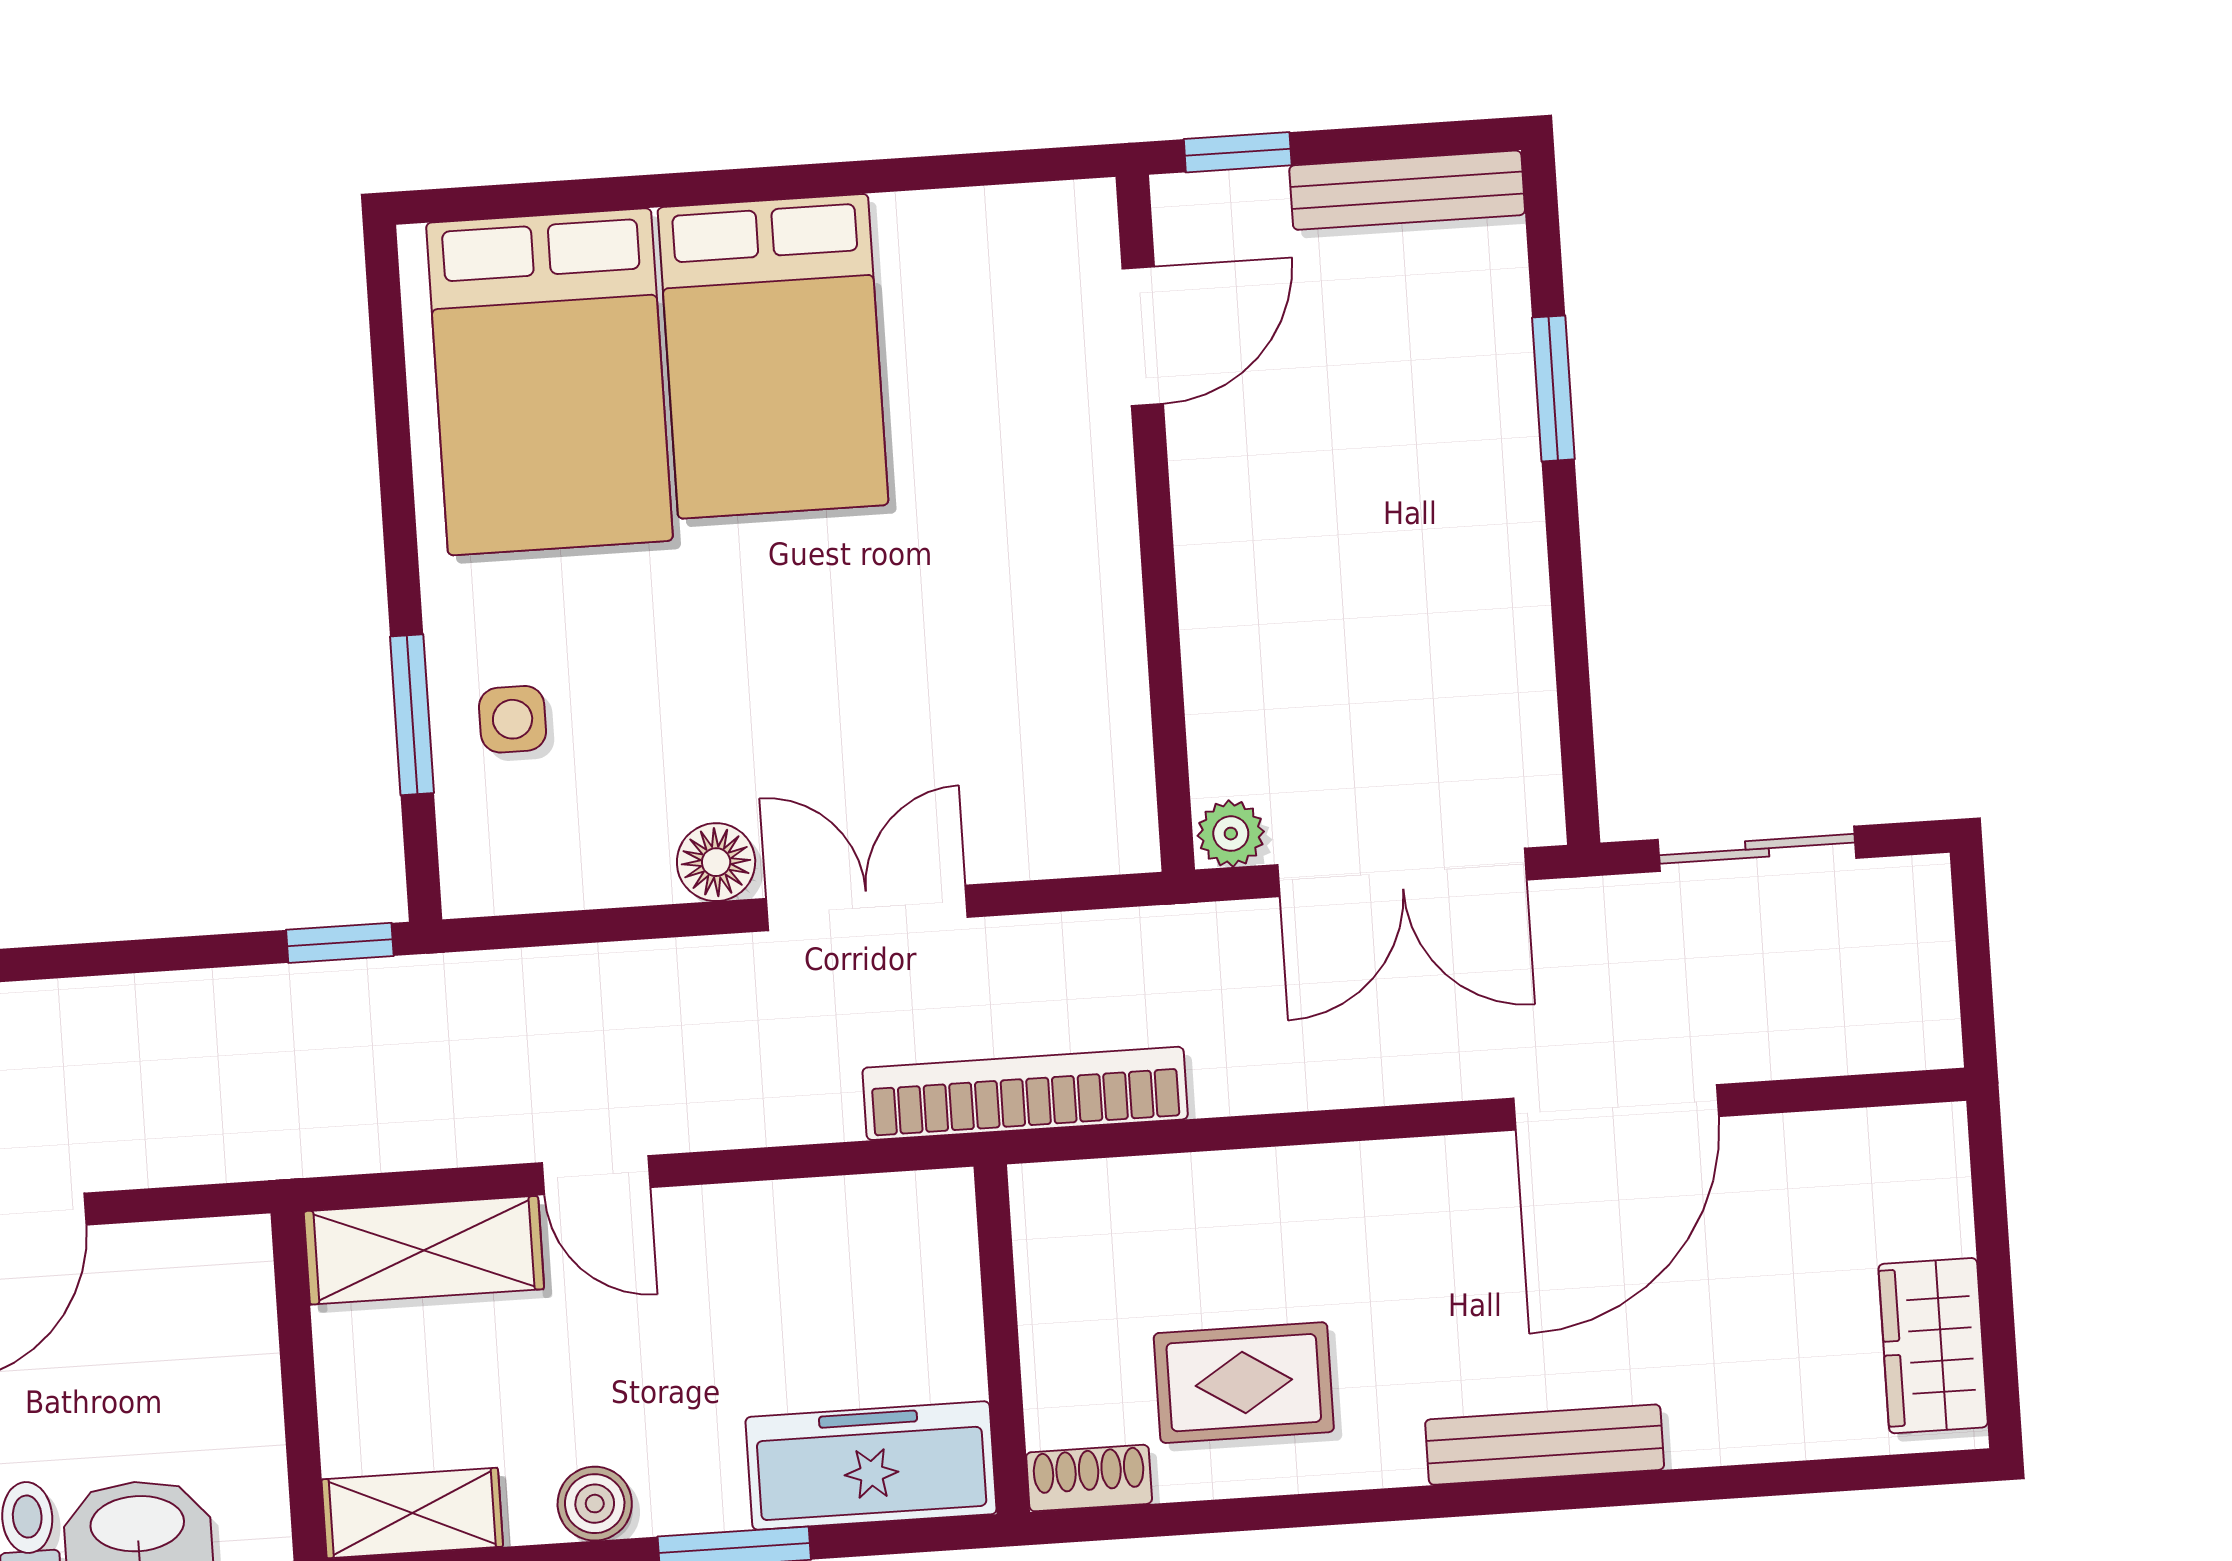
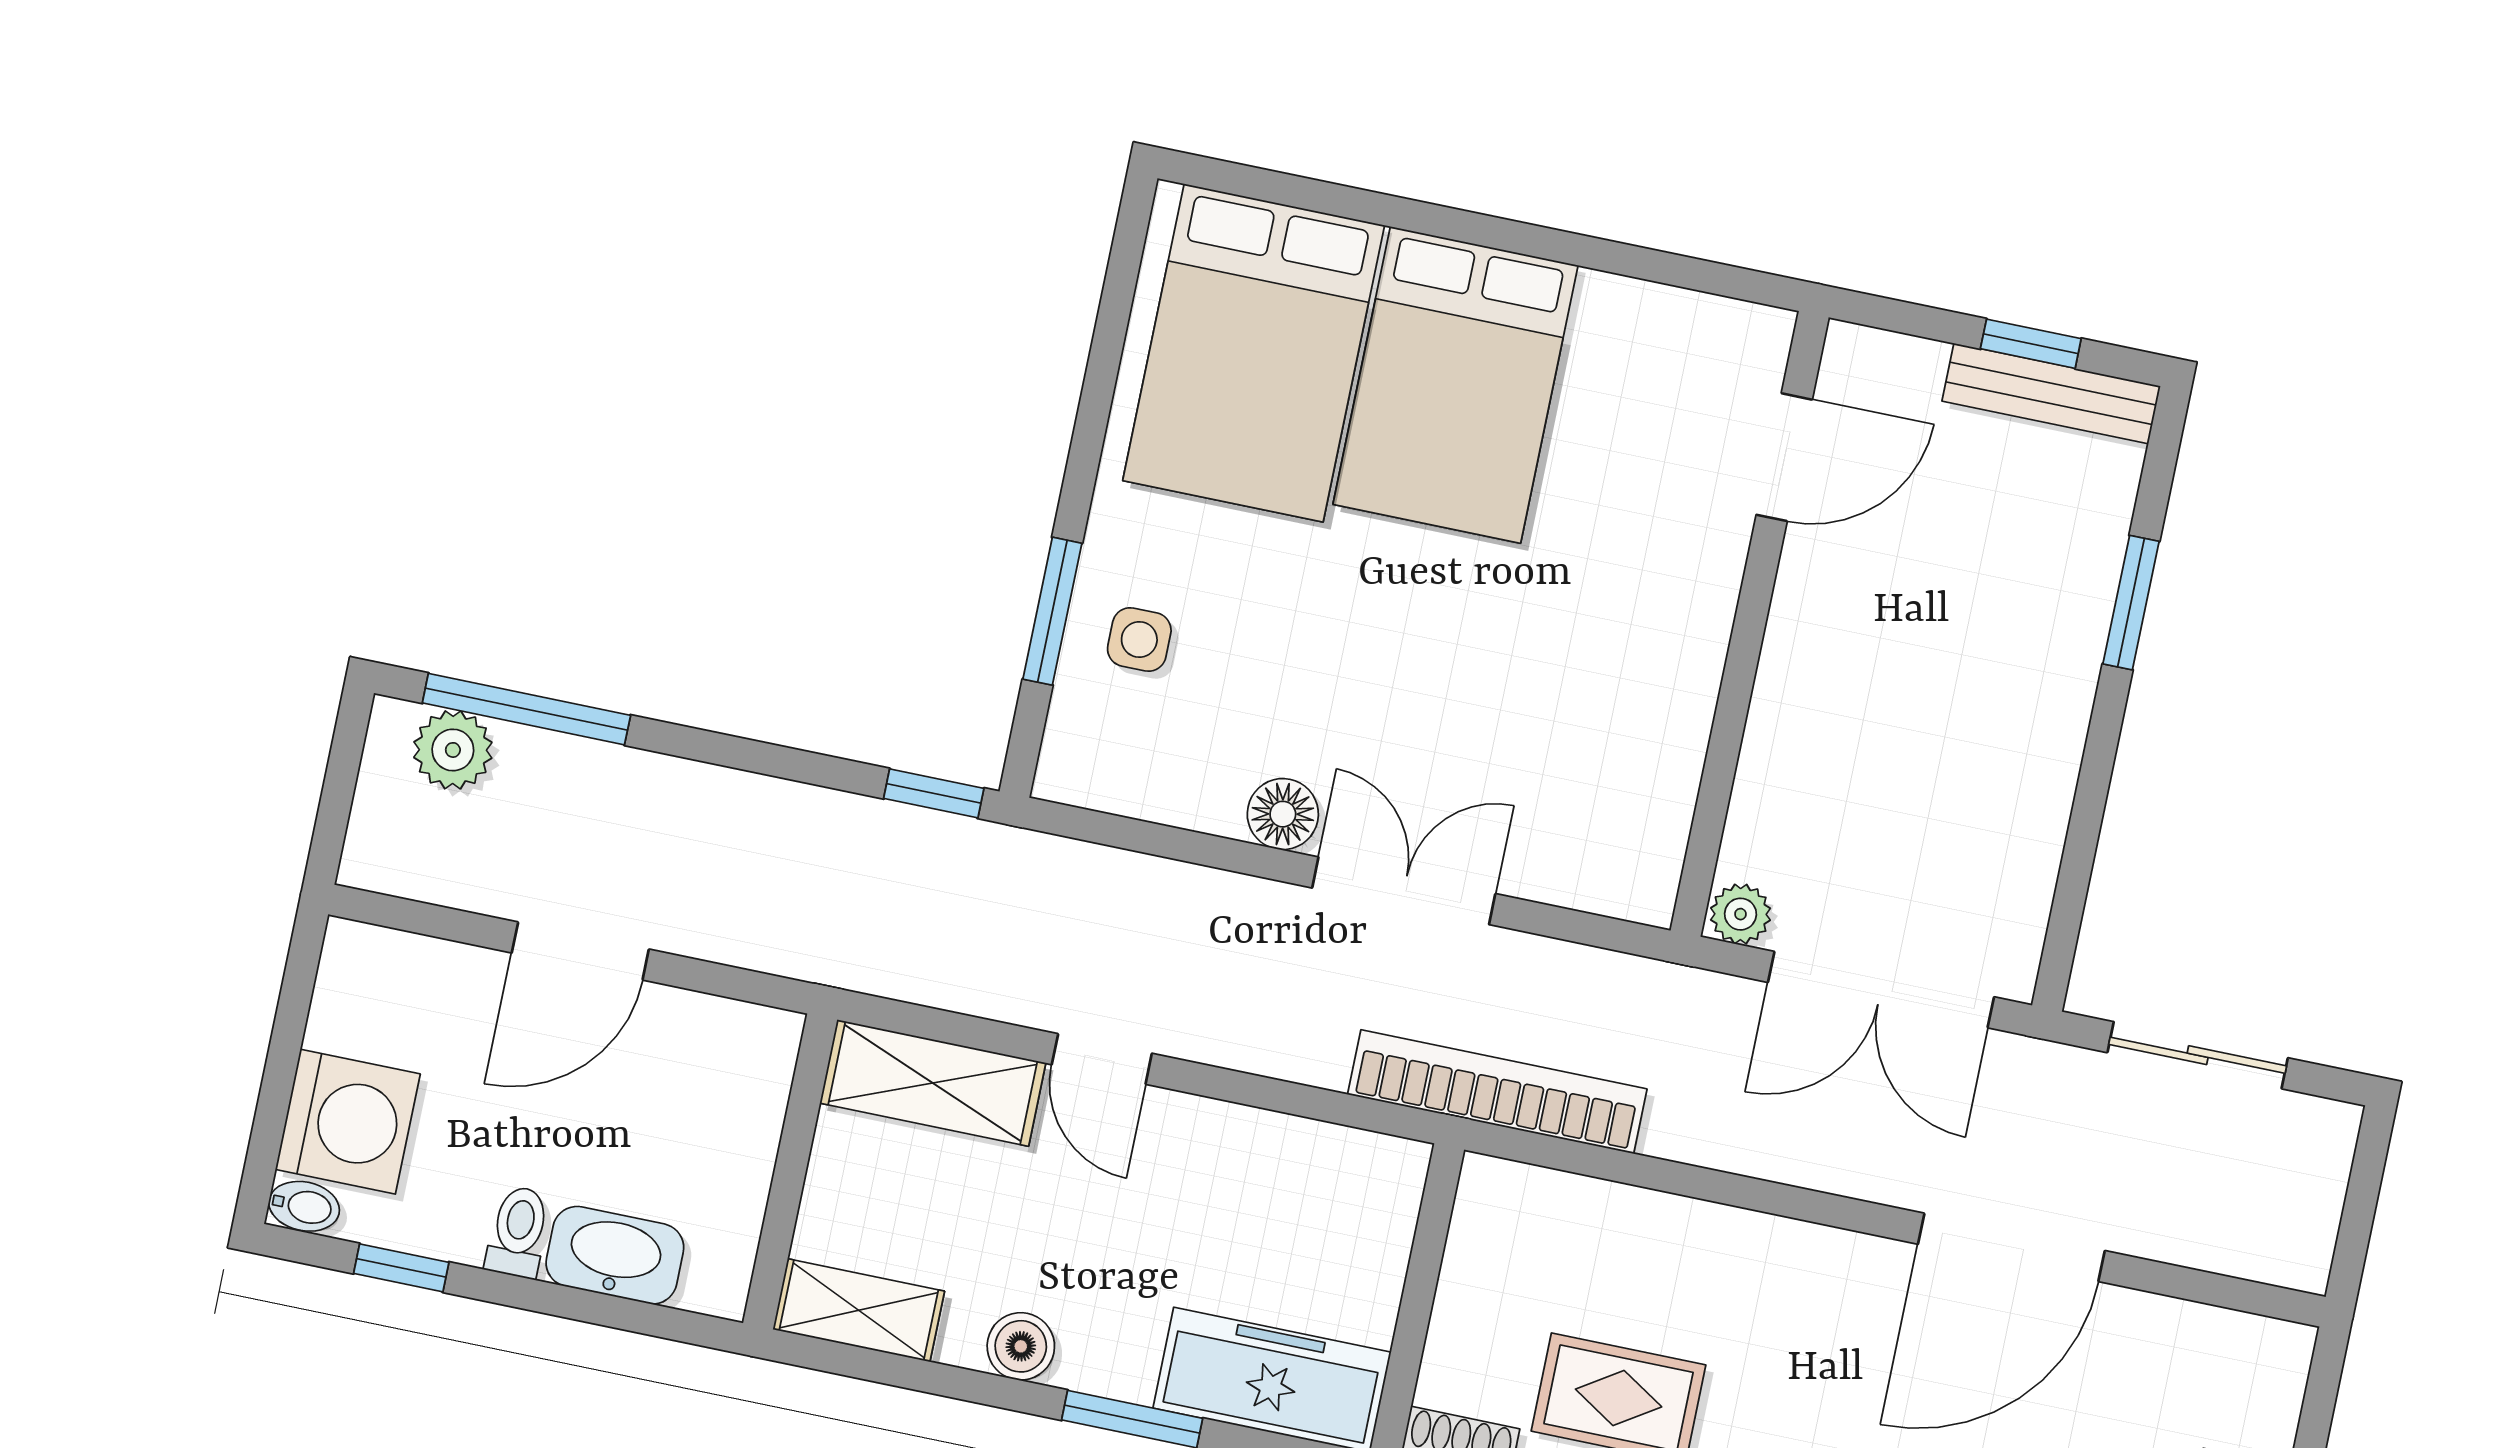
window: (1238, 152) -> (2031, 344), moved

